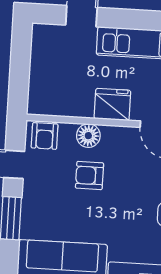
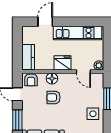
kitchen counter: (41, 88) -> (28, 57), added

